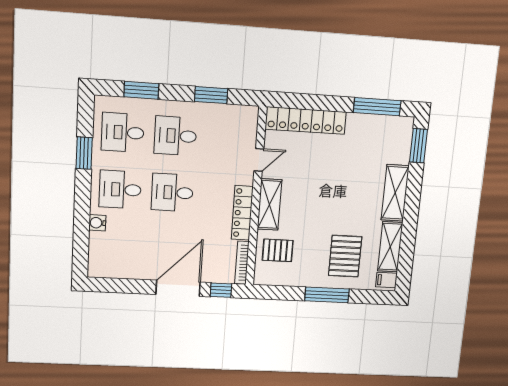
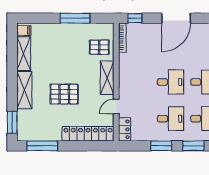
window: (211, 95) -> (161, 146), moved
locker: (242, 213) -> (124, 129), moved, width x0.66
pallet: (345, 256) -> (64, 94), moved, turned 90
door: (178, 288) -> (176, 18), moved
window: (327, 295) -> (75, 18), moved

